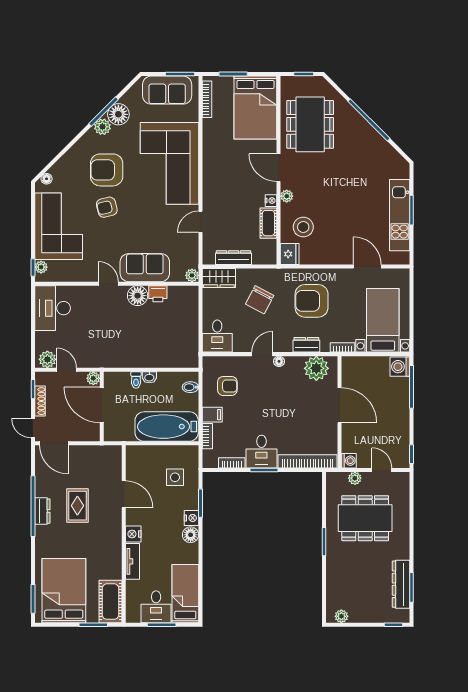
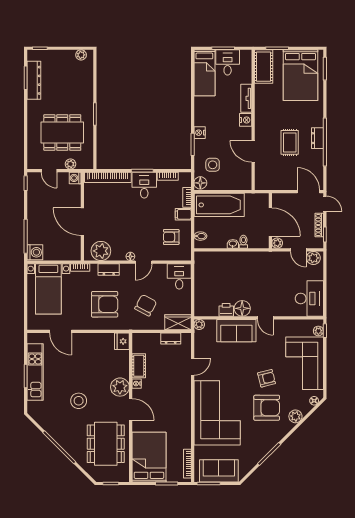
floor lamp: (118, 114) -> (257, 452), removed
plant: (102, 127) -> (295, 416), moved
plant: (287, 196) -> (120, 387), width x1.88, depth x1.88
stool: (303, 227) -> (79, 401), moved
dresser: (234, 258) -> (171, 338), width x0.70
floor lamp: (191, 535) -> (200, 183), moved

